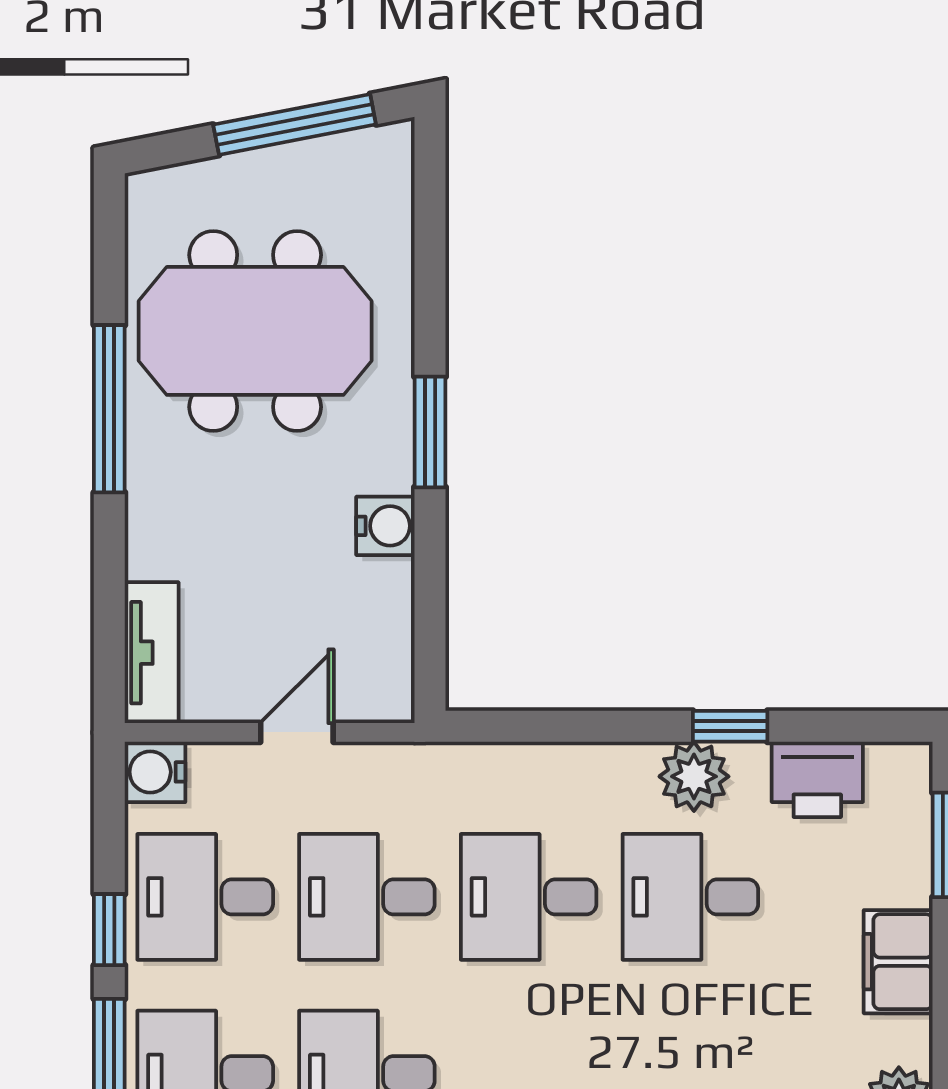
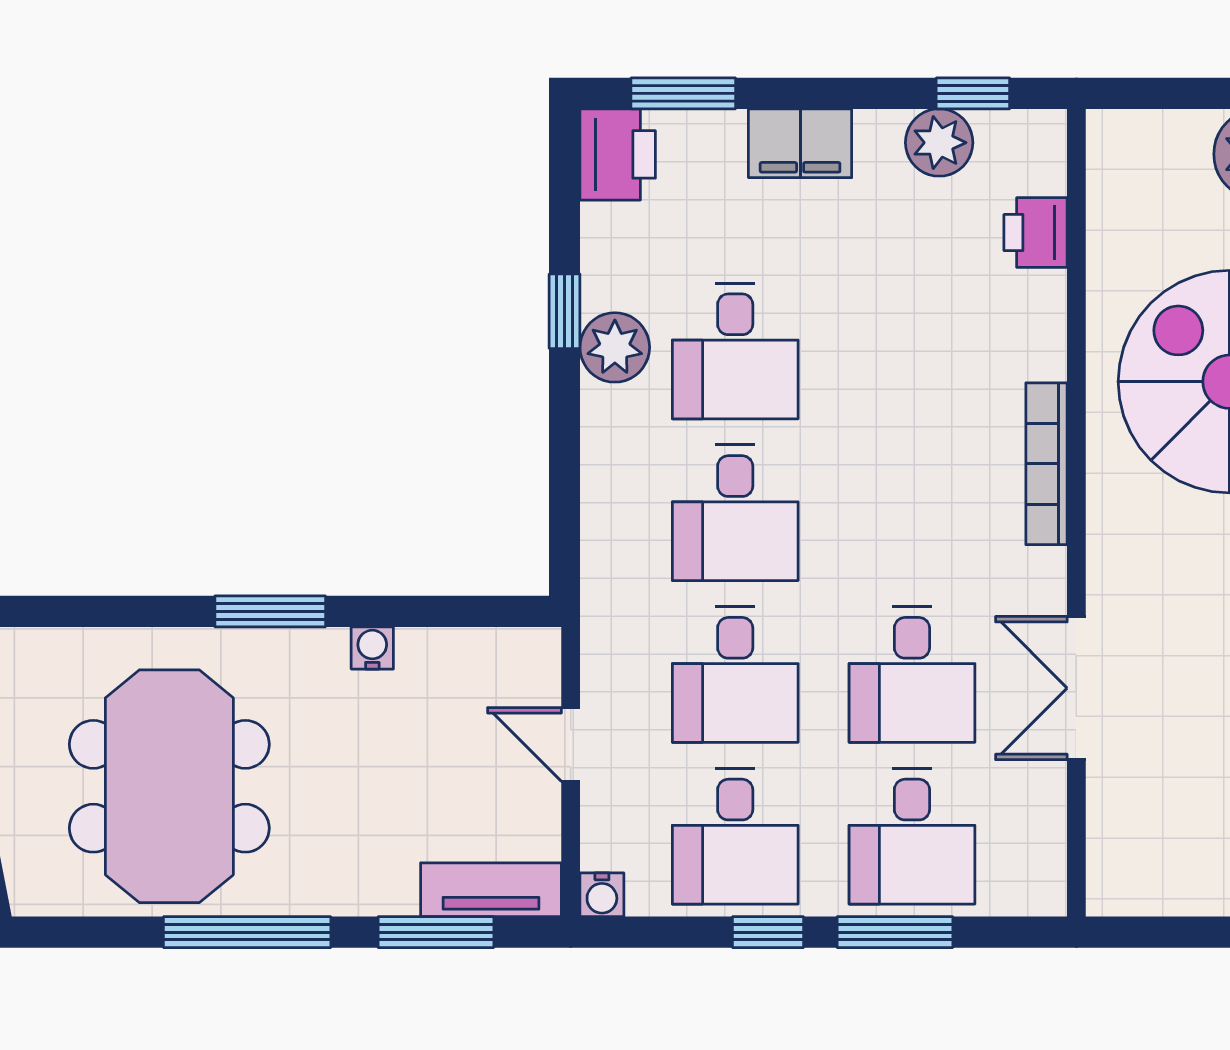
water cooler: (385, 526) -> (372, 648), width x0.72, depth x0.72
window: (109, 598) -> (436, 932), added
water cooler: (155, 772) -> (602, 895), width x0.72, depth x0.72
printer: (817, 779) -> (618, 154), moved

